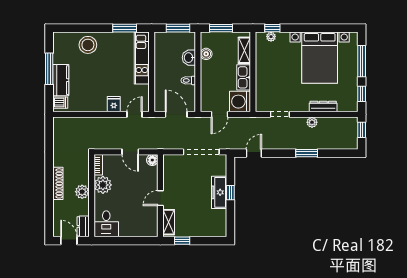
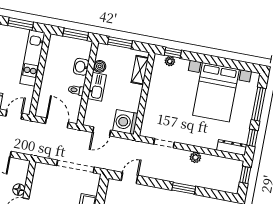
kitchen sink: (244, 77) -> (97, 87), moved, turned 180
dresser: (323, 107) -> (232, 147), moved
floor lamp: (152, 160) -> (19, 190), moved

